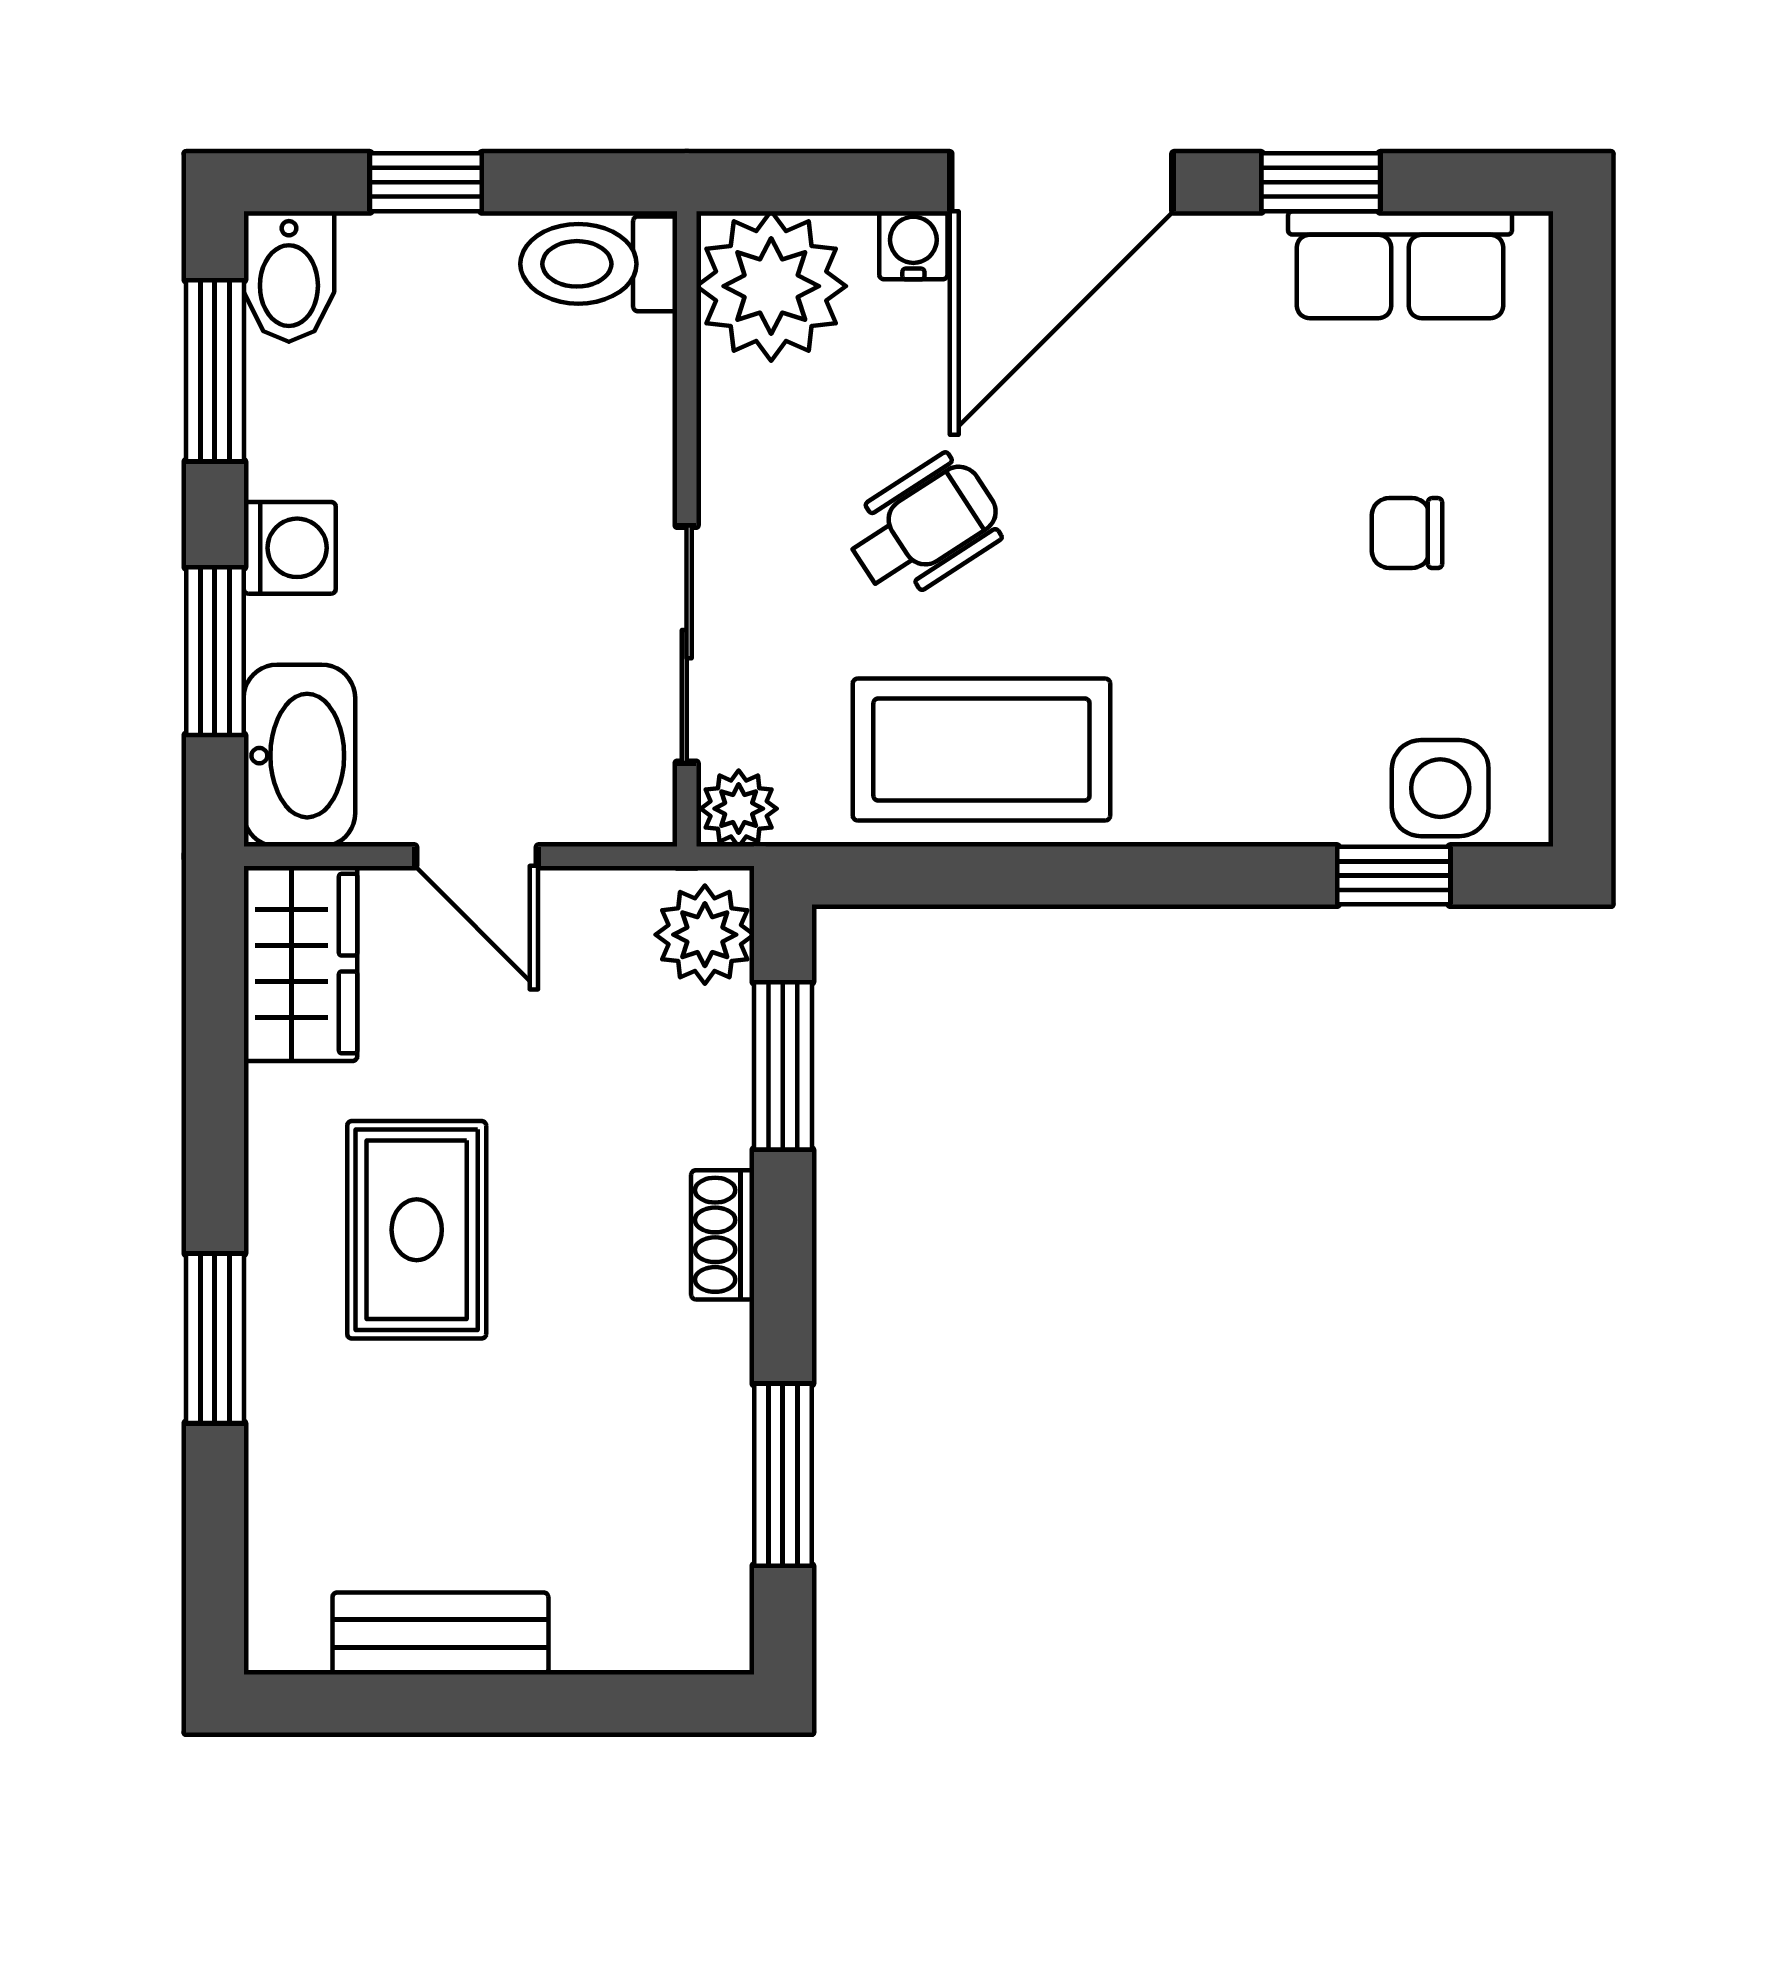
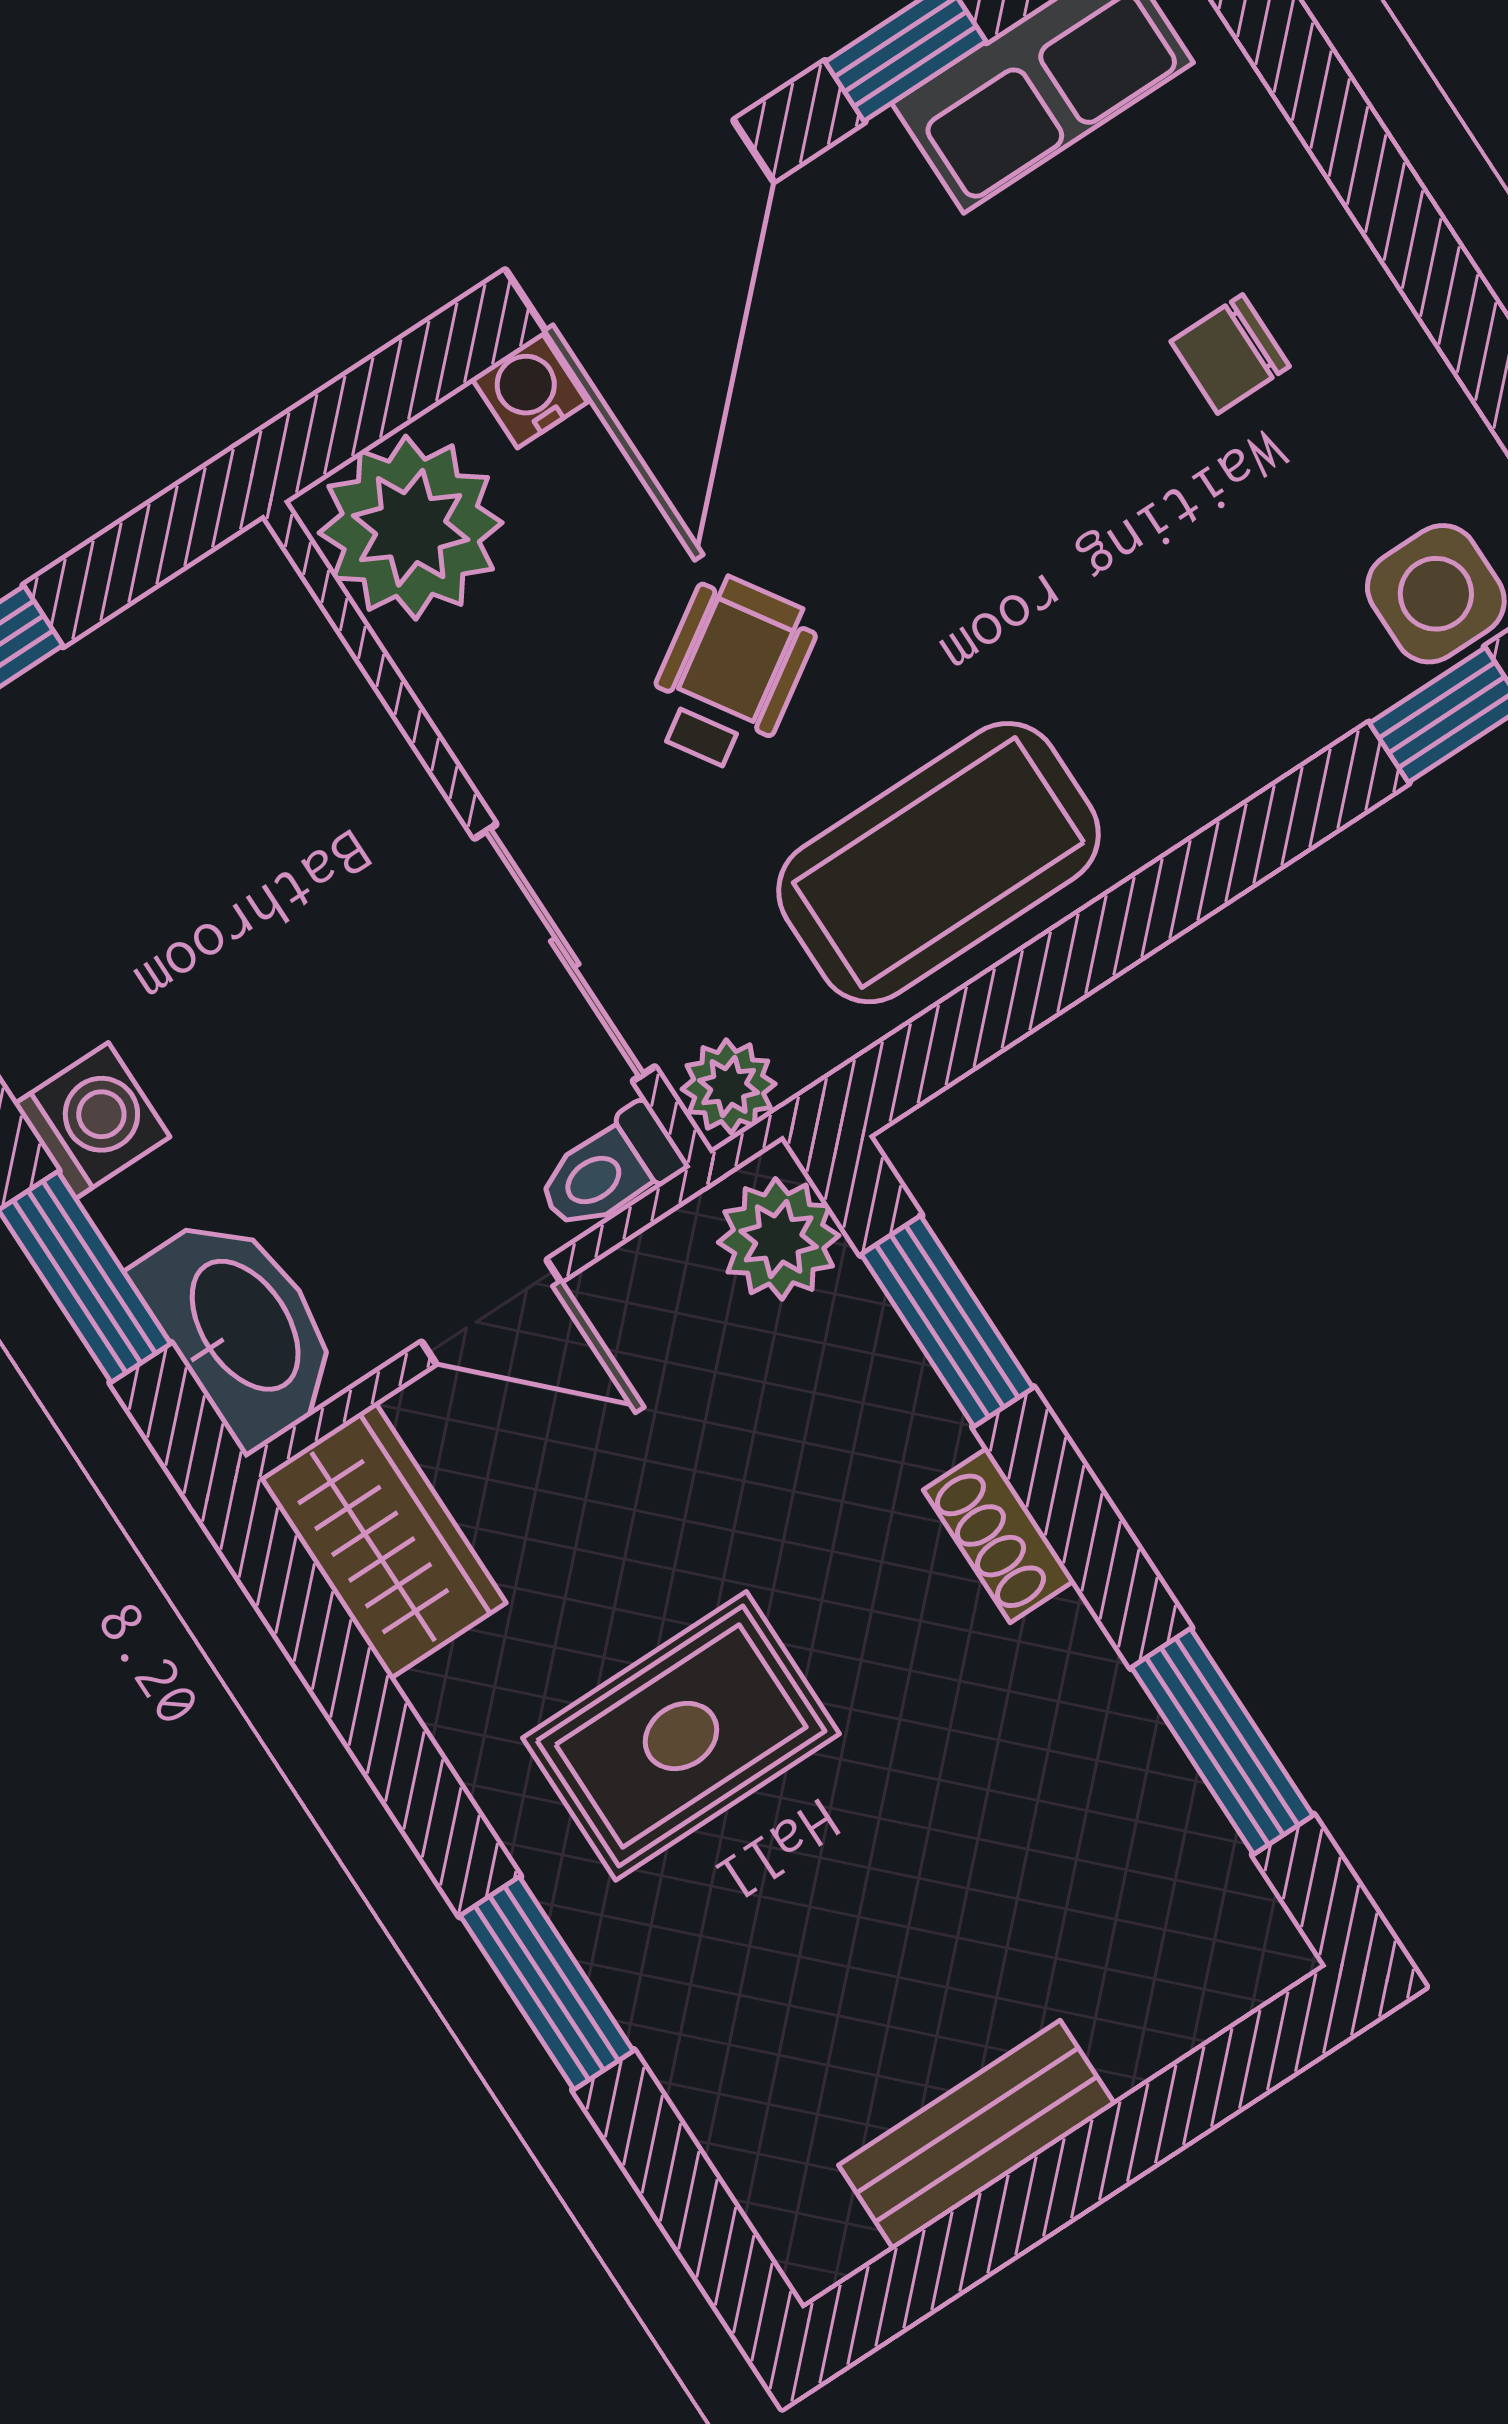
toilet: (599, 264) -> (610, 1169), moved, width x0.73, depth x0.72
rug: (417, 1230) -> (681, 1736), turned 90

